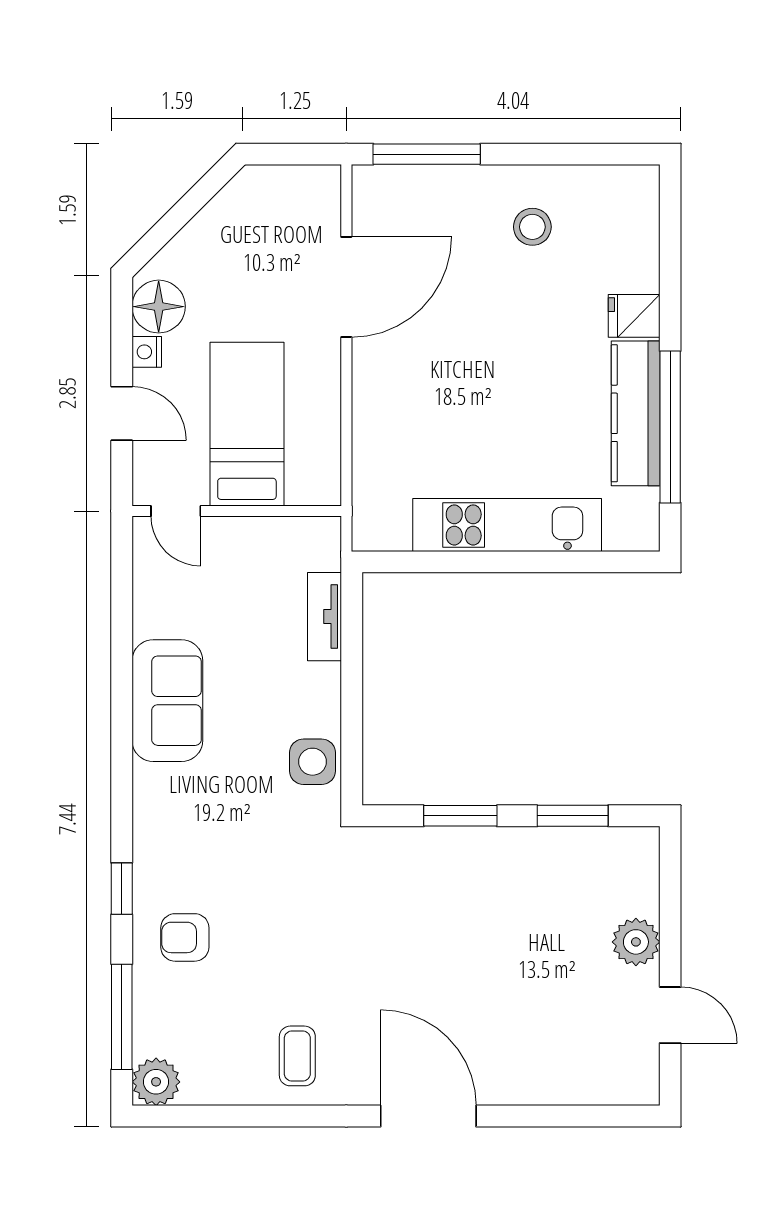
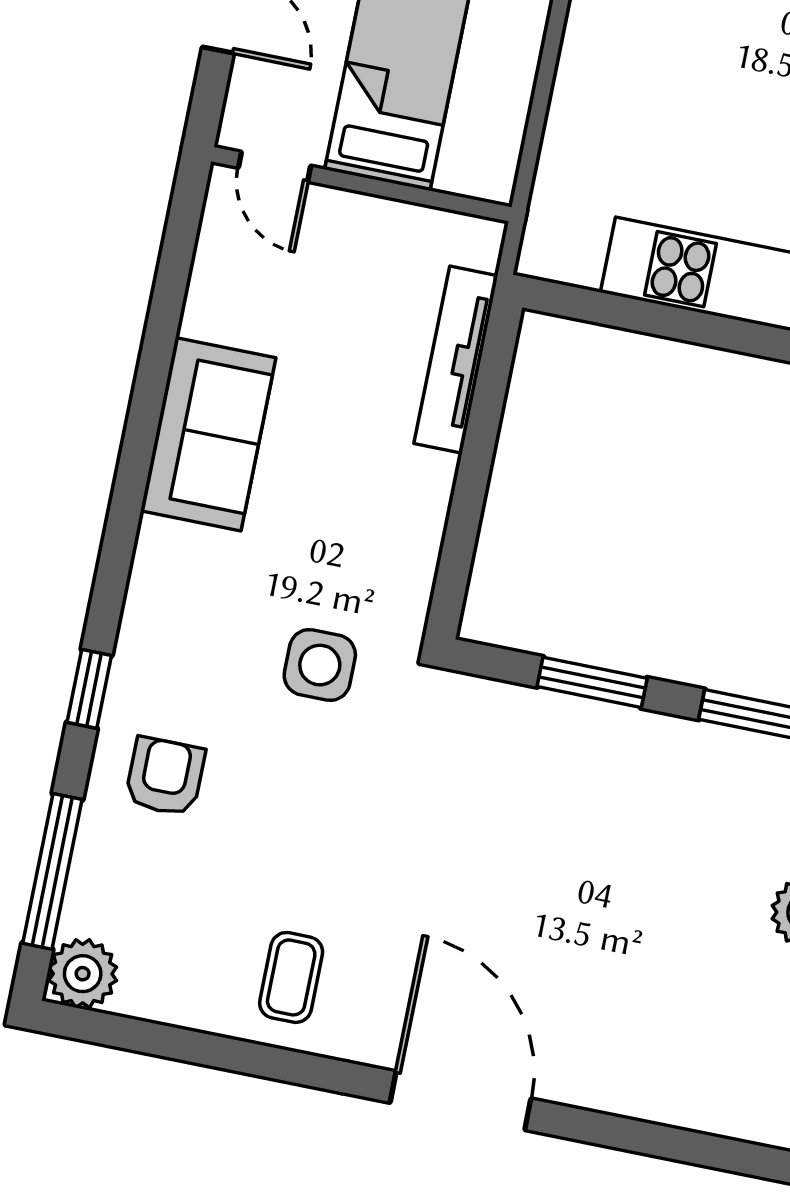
tv unit: (324, 617) -> (456, 360), width x1.41
side table: (312, 762) -> (320, 665), moved
armchair: (185, 937) -> (165, 776), turned 90

